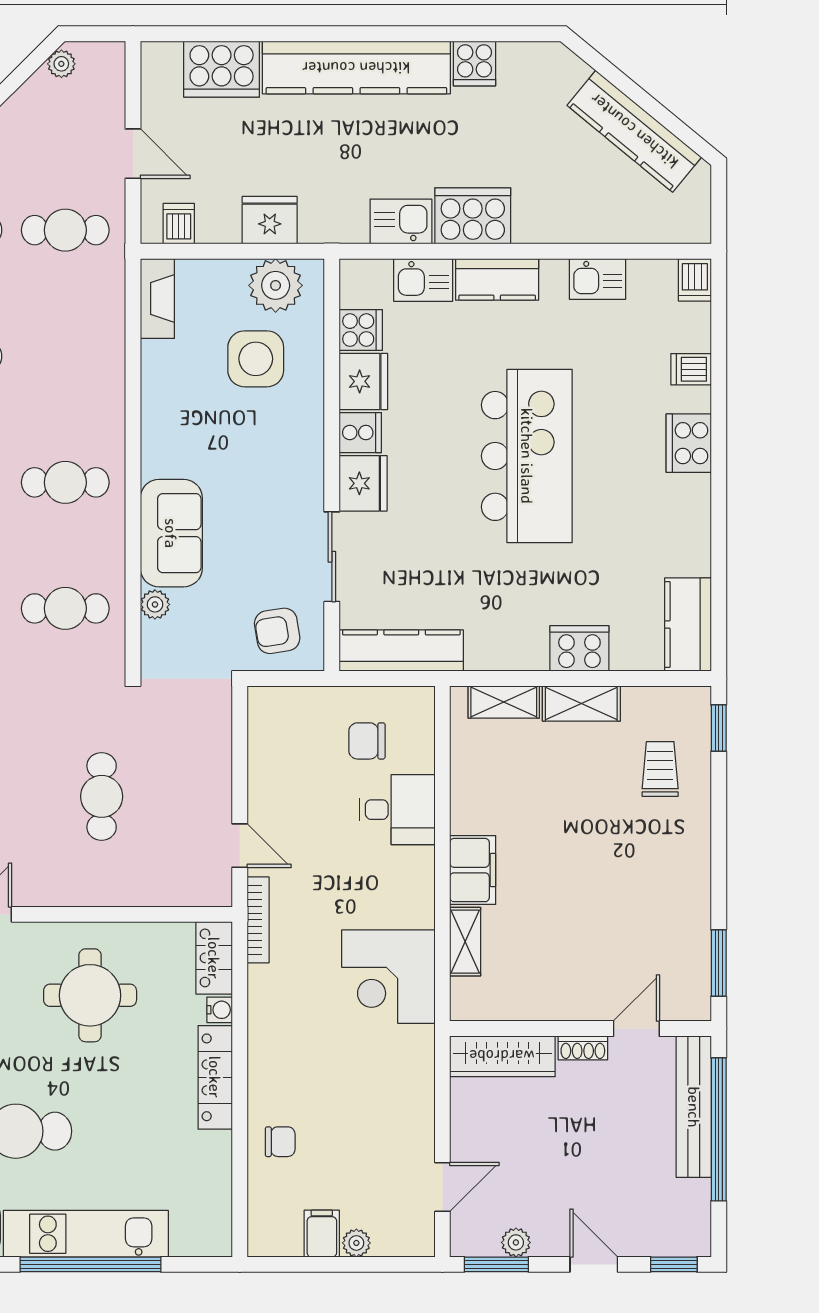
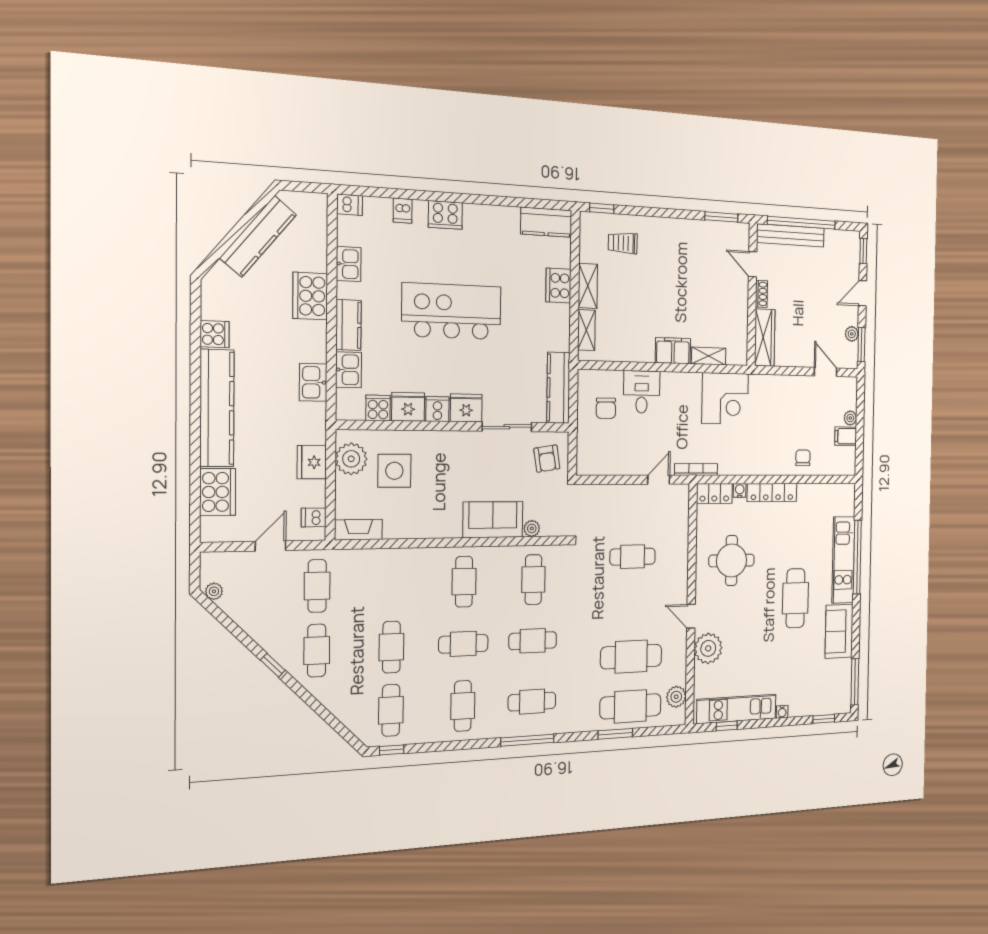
cooker: (473, 216) -> (310, 296), moved

